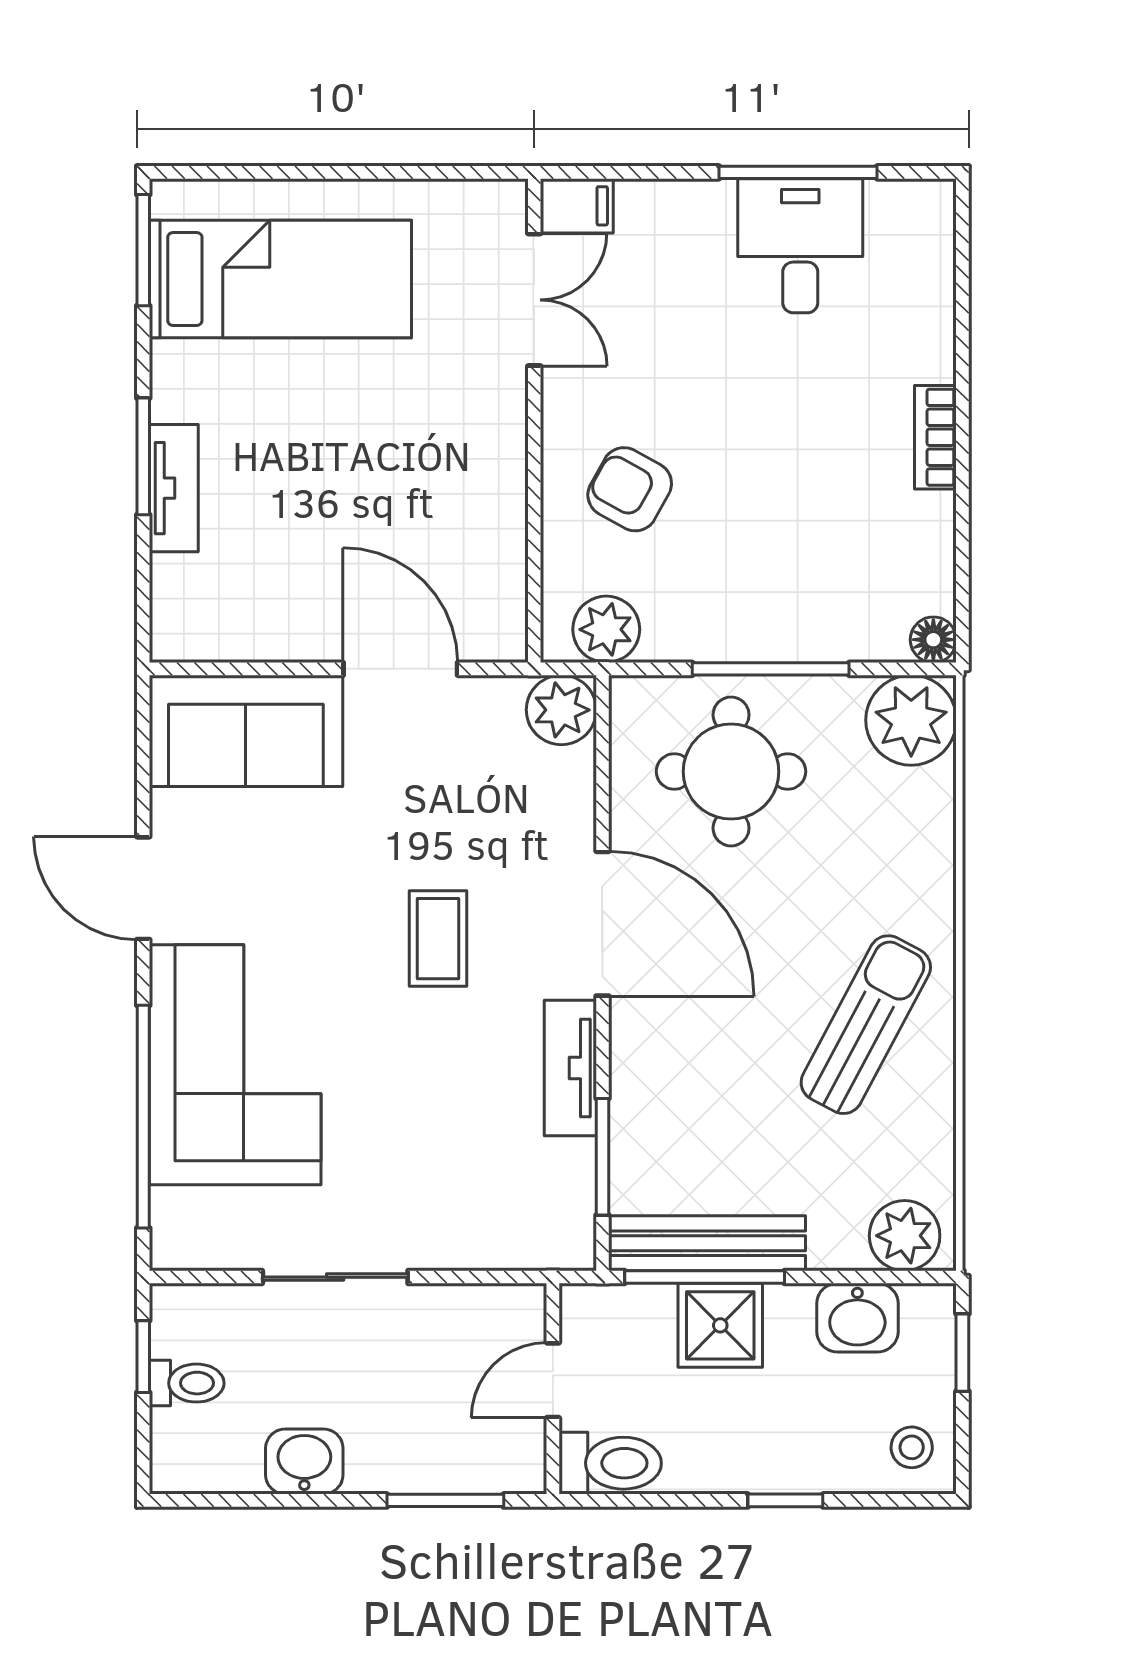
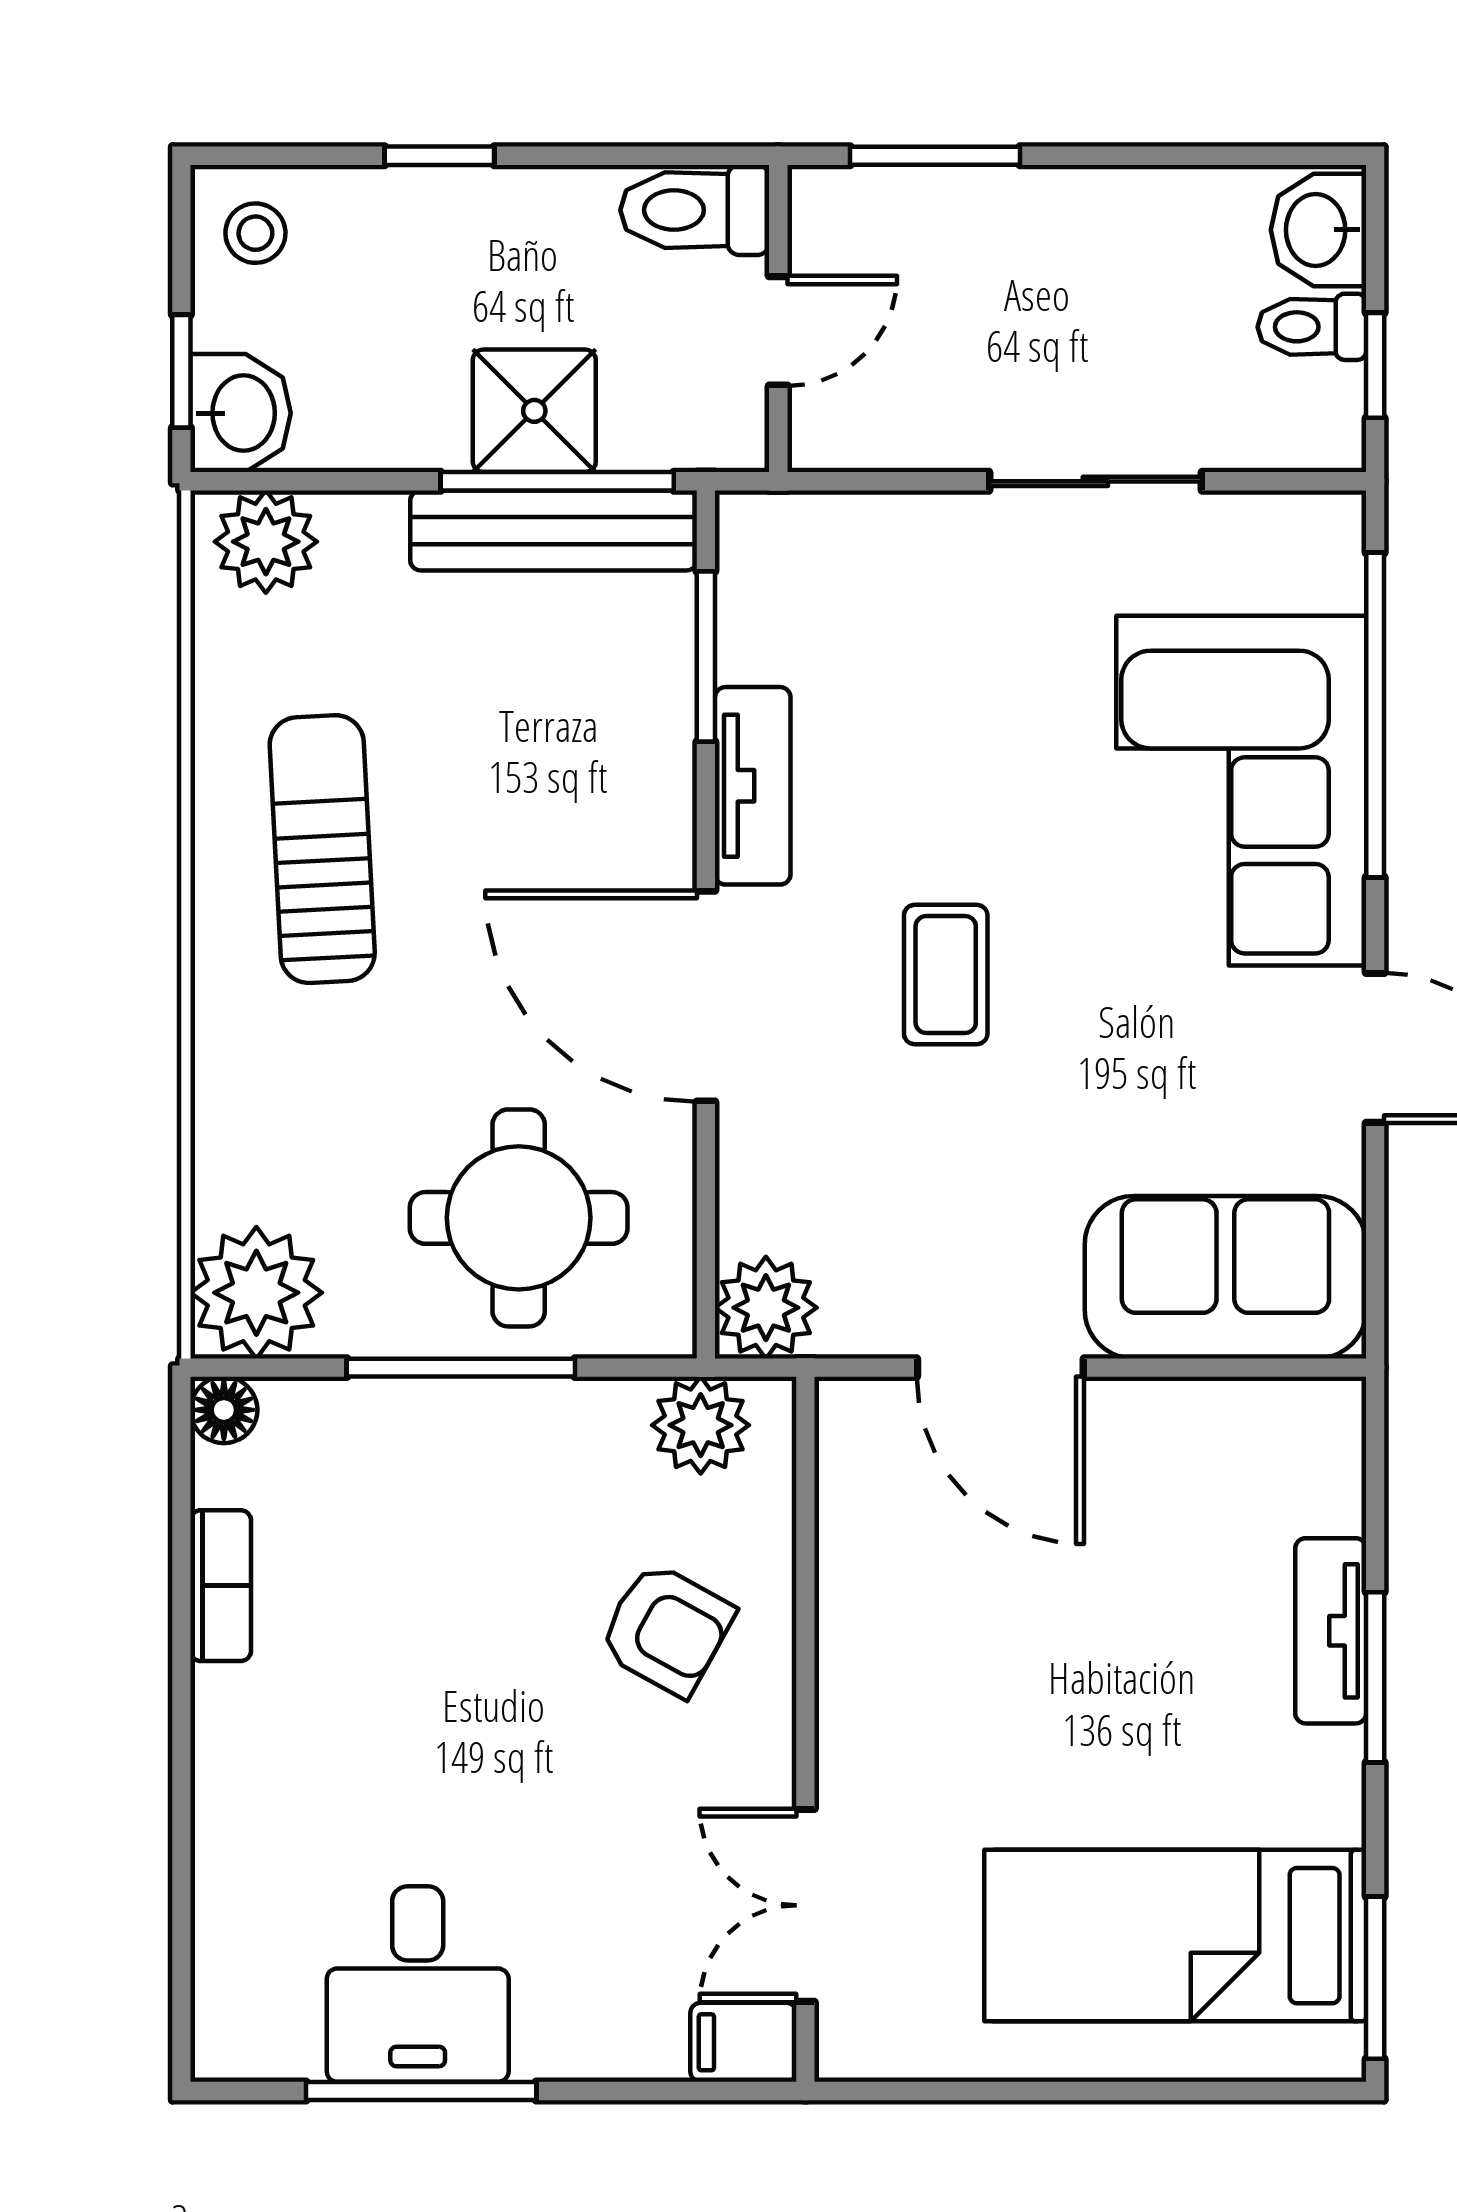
bookcase: (935, 437) -> (221, 1586), moved
sun lounger: (866, 1025) -> (322, 849), turned 149
washbasin: (857, 1318) -> (241, 413), moved, turned 90
washbasin: (304, 1462) -> (1318, 230), moved, turned 90

